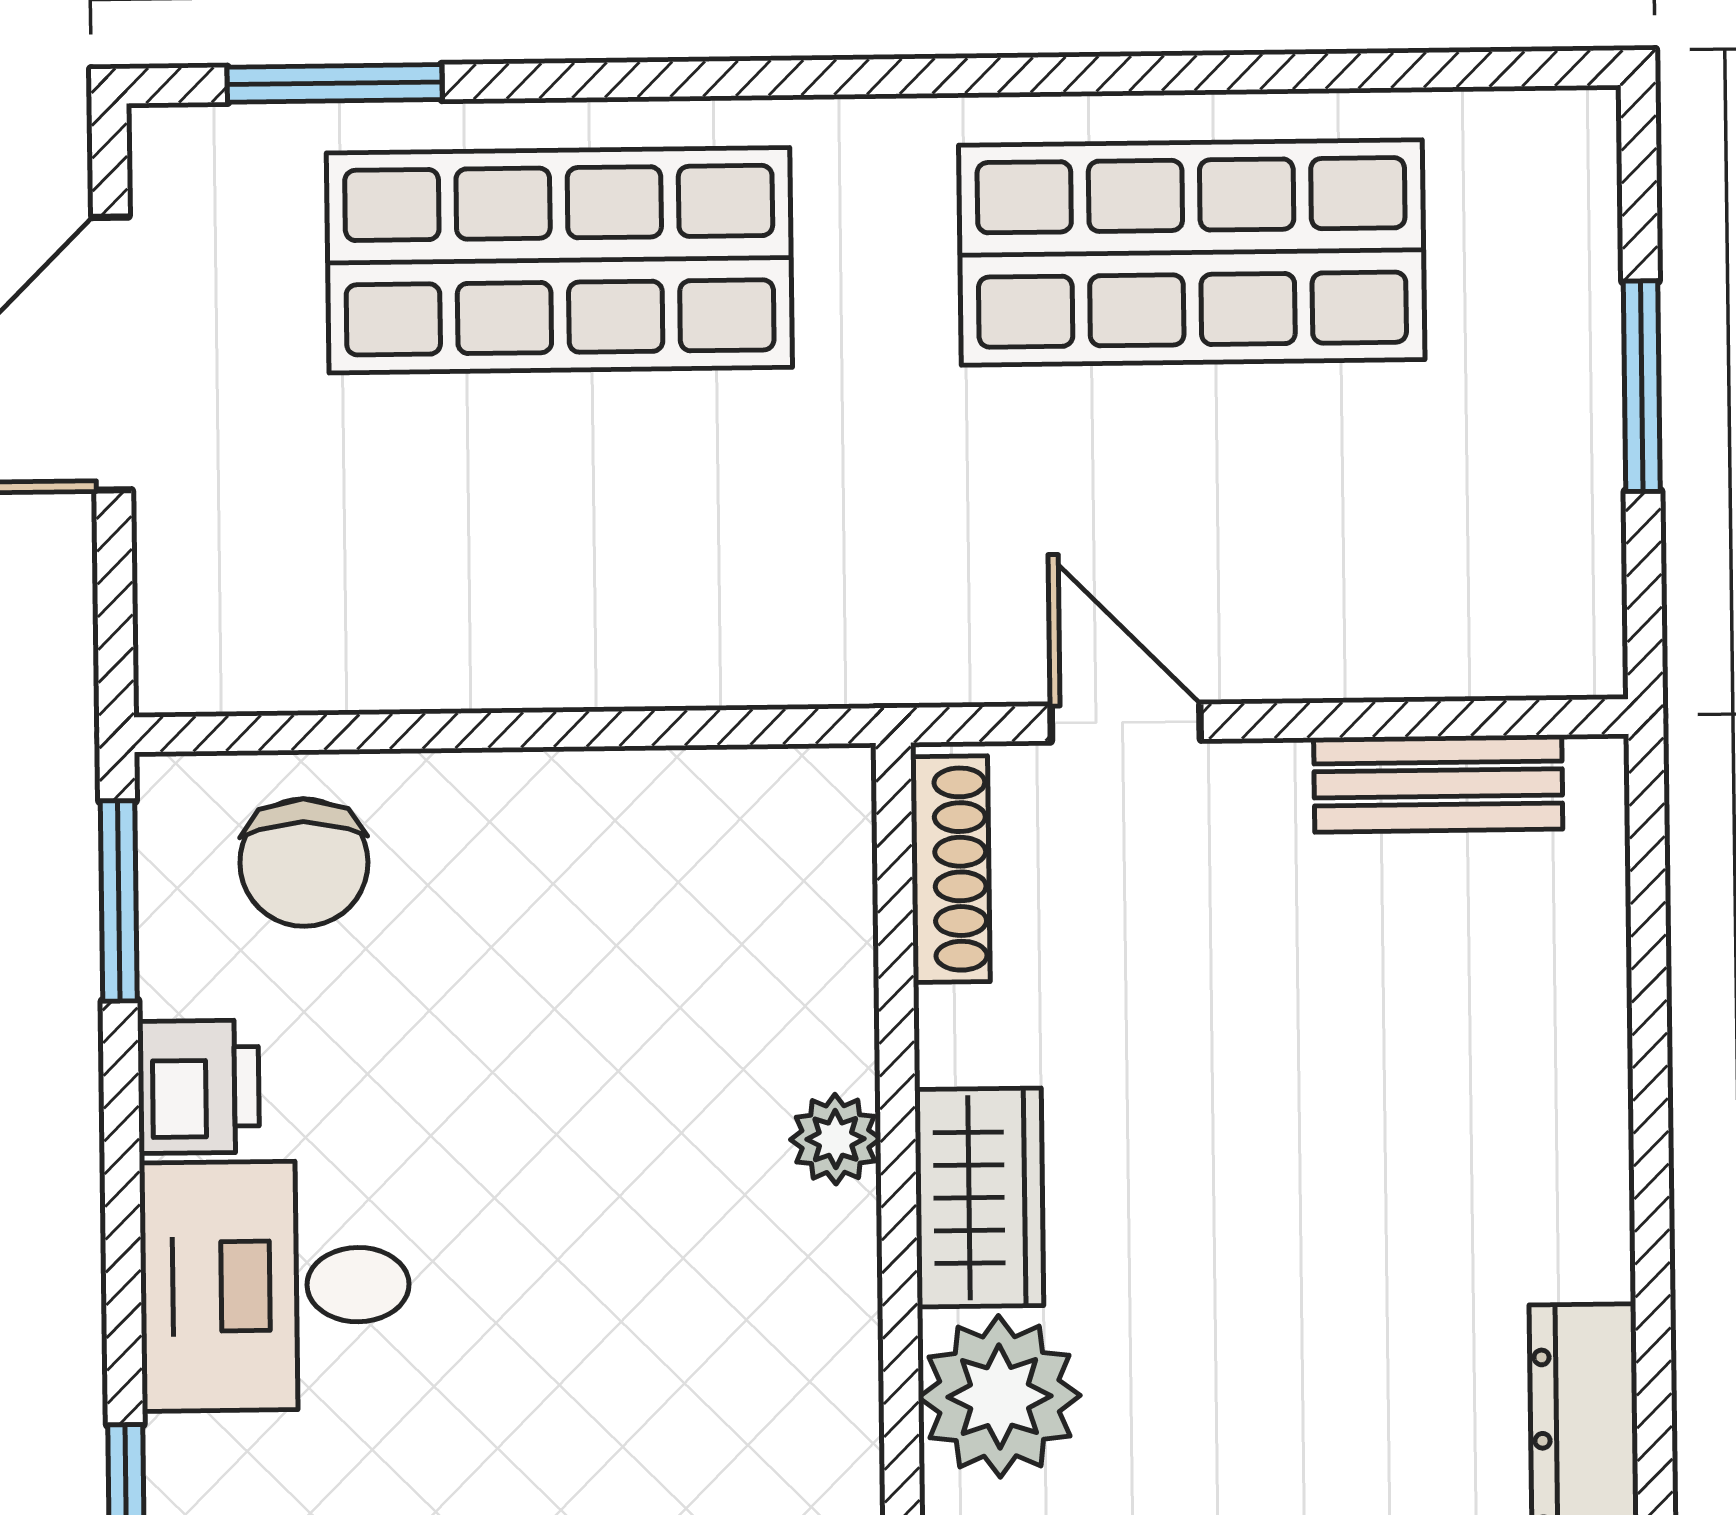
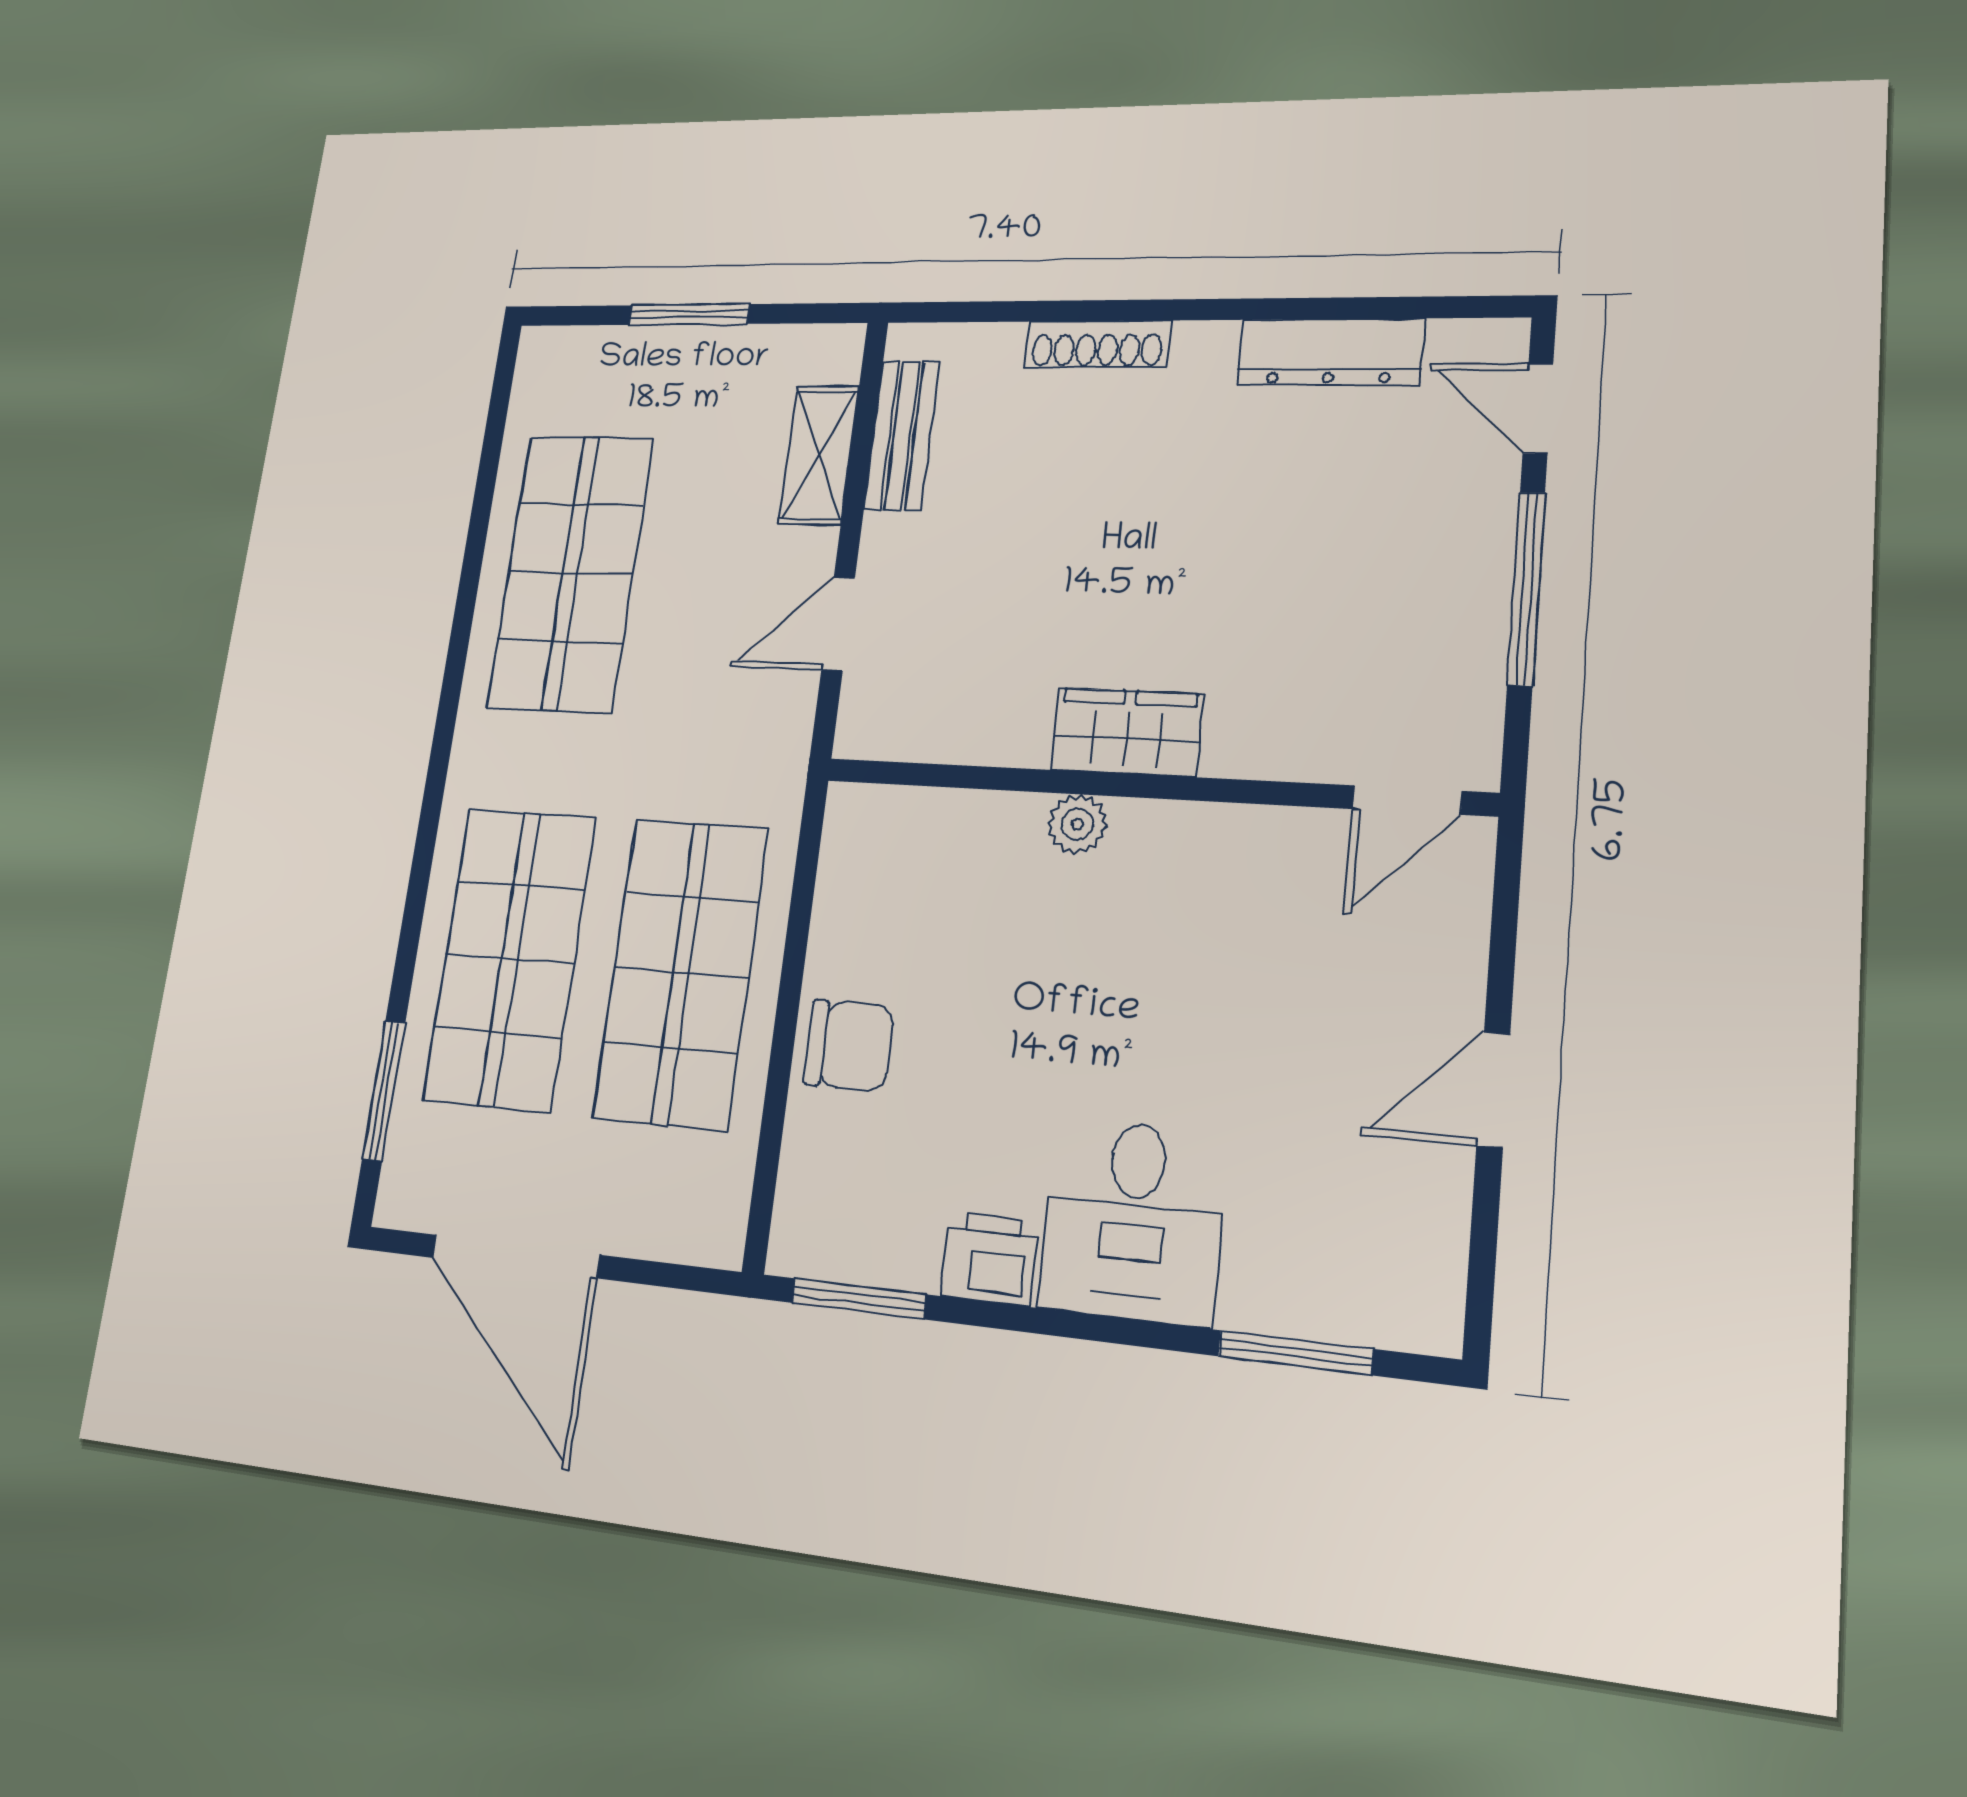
shop shelf: (563, 550) -> (681, 972), added
shelving: (1402, 649) -> (819, 455), added
chair: (304, 863) -> (849, 1045), moved
shoe rack: (950, 869) -> (1097, 344), moved, turned 180
plant: (999, 1396) -> (1262, 726), removed

